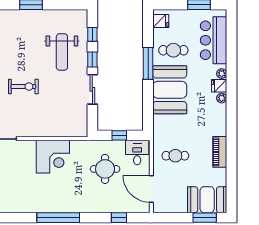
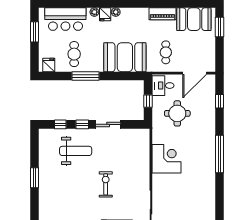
booth: (170, 90) -> (125, 57), moved
booth: (207, 200) -> (194, 19), moved, turned 90

